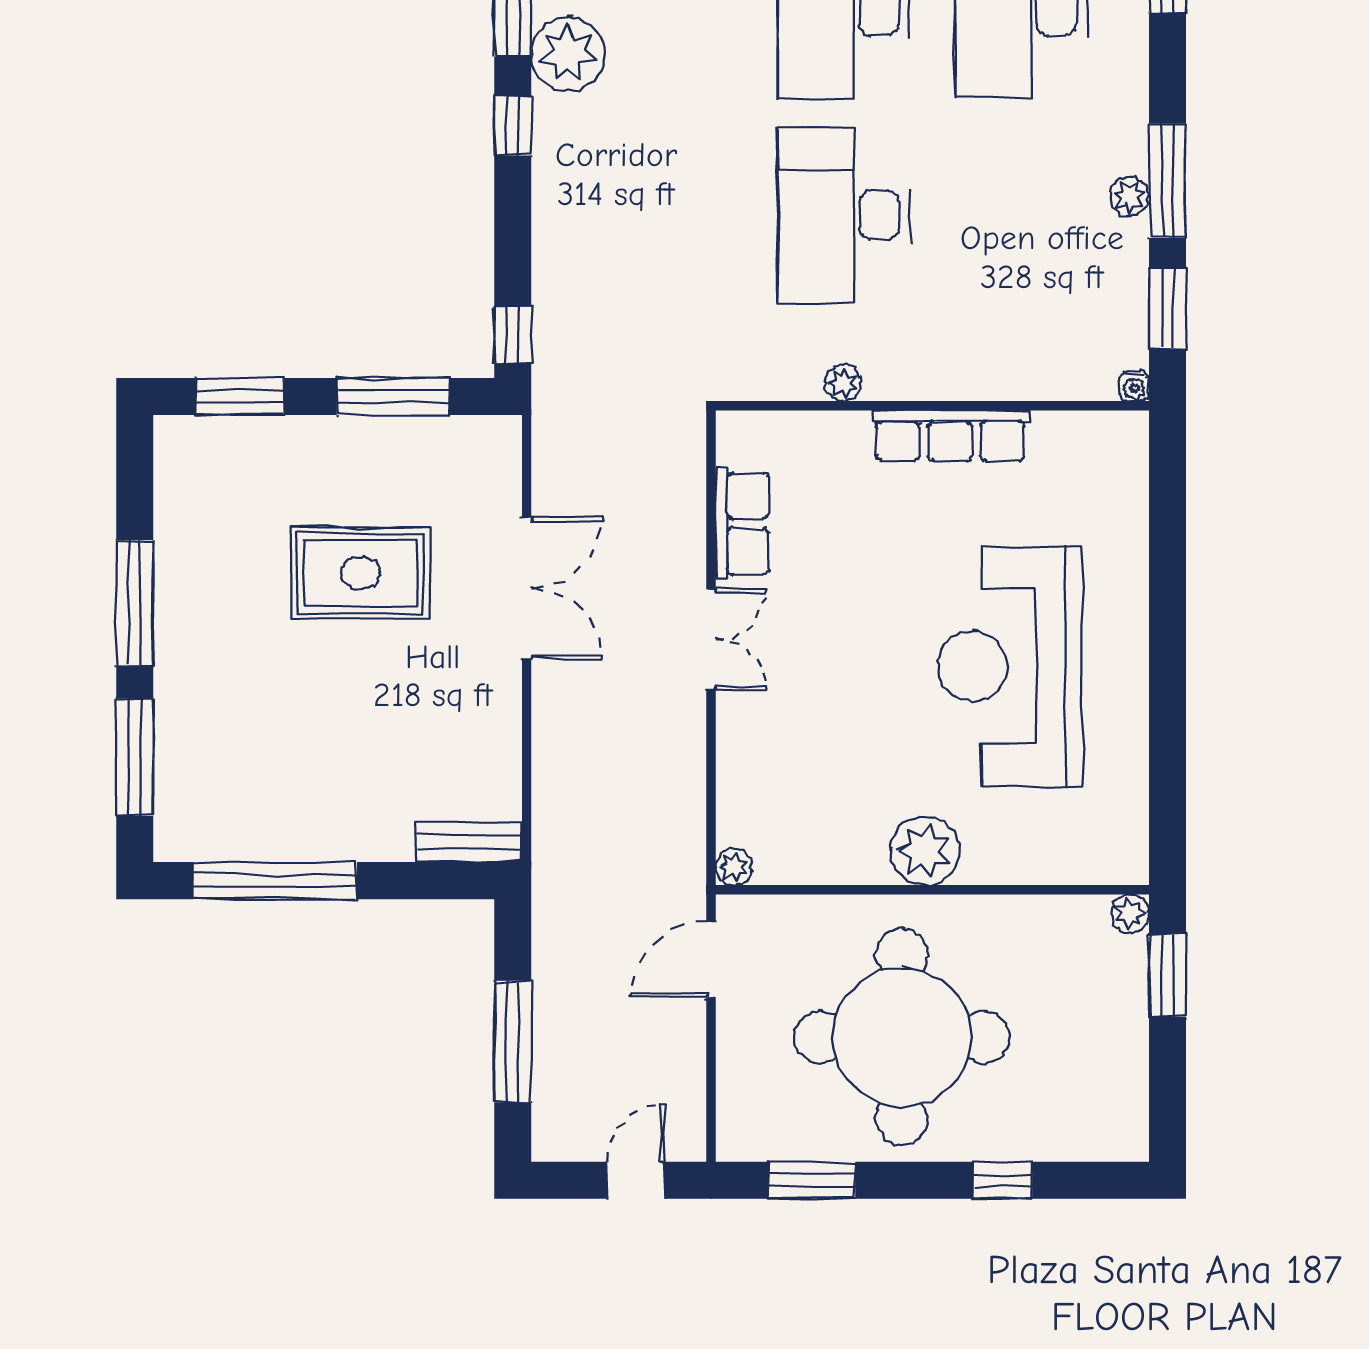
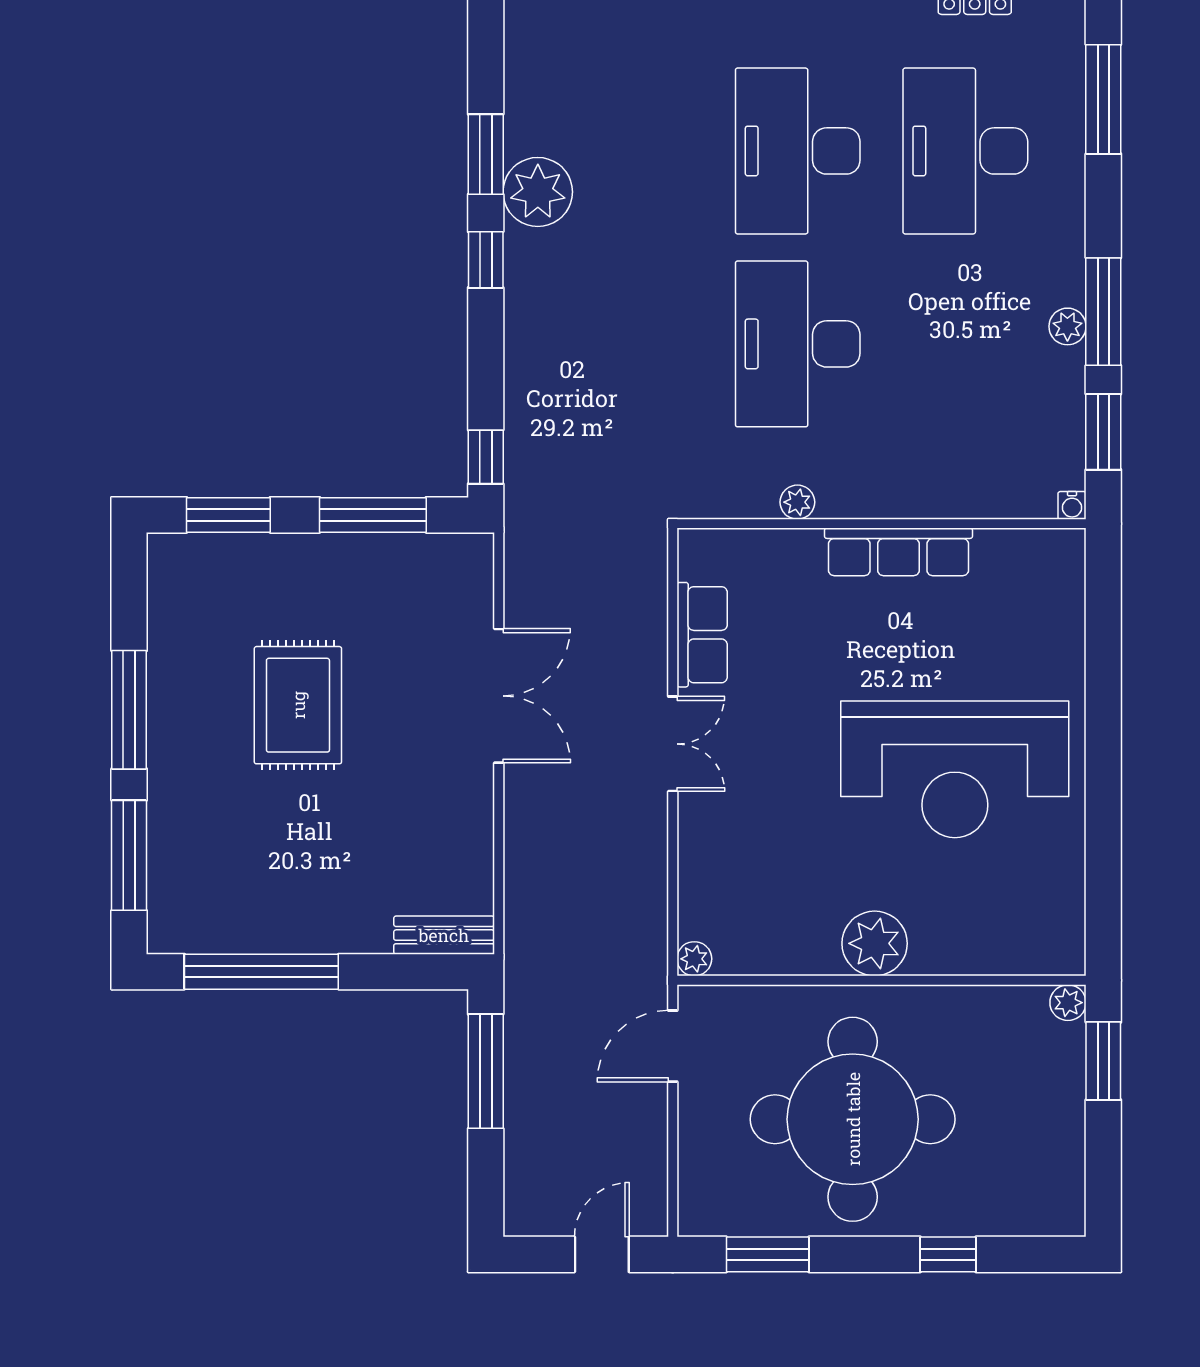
rug: (361, 573) -> (298, 705), moved, turned 90
reception desk: (1010, 666) -> (955, 769), turned -90
window: (513, 1041) -> (486, 1071), moved

